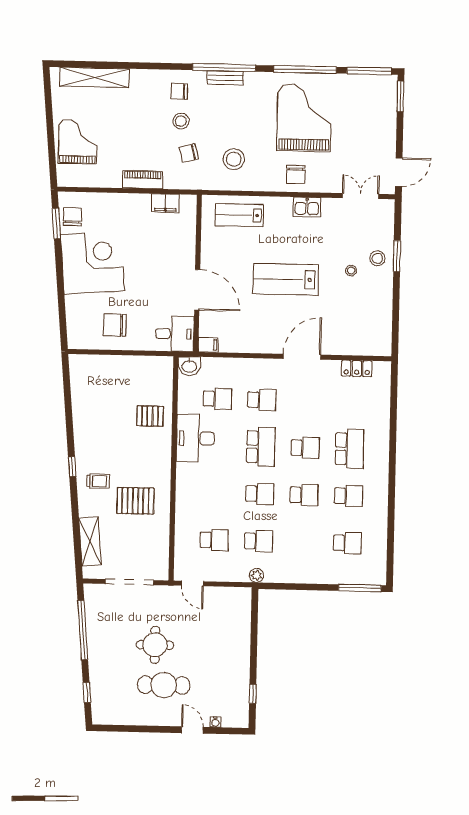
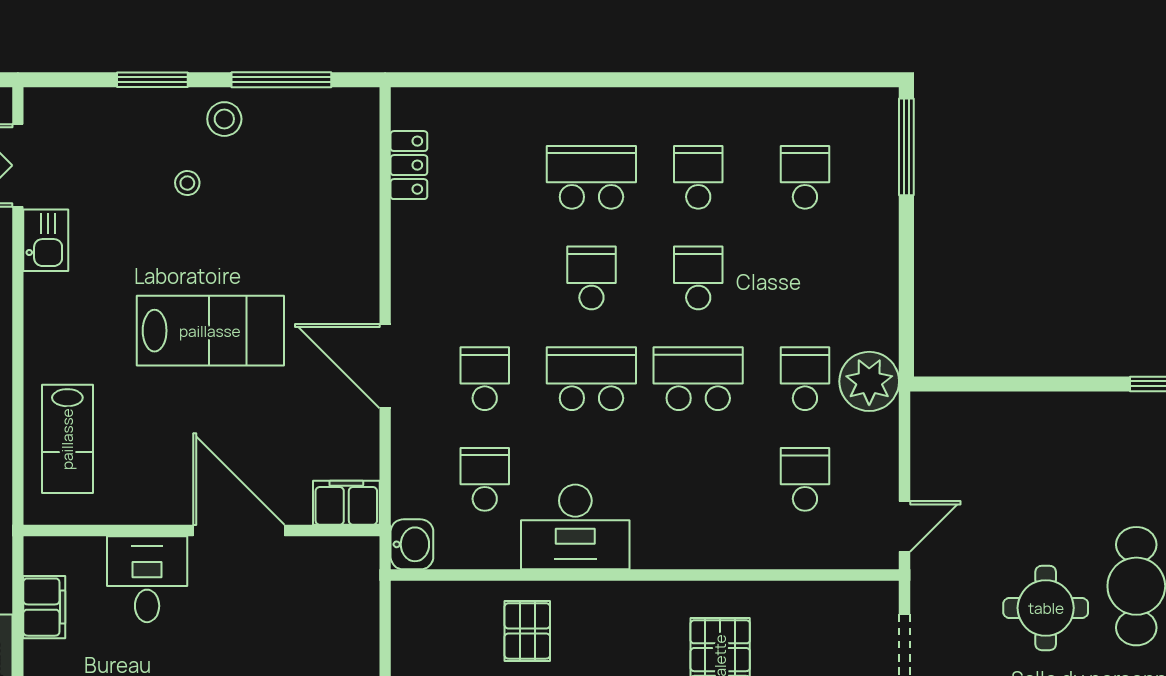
kitchen sink: (307, 207) -> (46, 240), moved
stool: (377, 258) -> (224, 119), moved
lab bench: (286, 279) -> (210, 331), turned -90
door: (197, 290) -> (239, 530), hinge flipped
window: (396, 313) -> (281, 80), added
desk: (175, 334) -> (147, 579), moved
filing cabinet: (208, 345) -> (346, 503), width x2.00
door: (302, 357) -> (385, 366), moved
school desk: (260, 494) -> (698, 379), width x1.85
plant: (257, 575) -> (869, 381), width x1.88, depth x1.88

